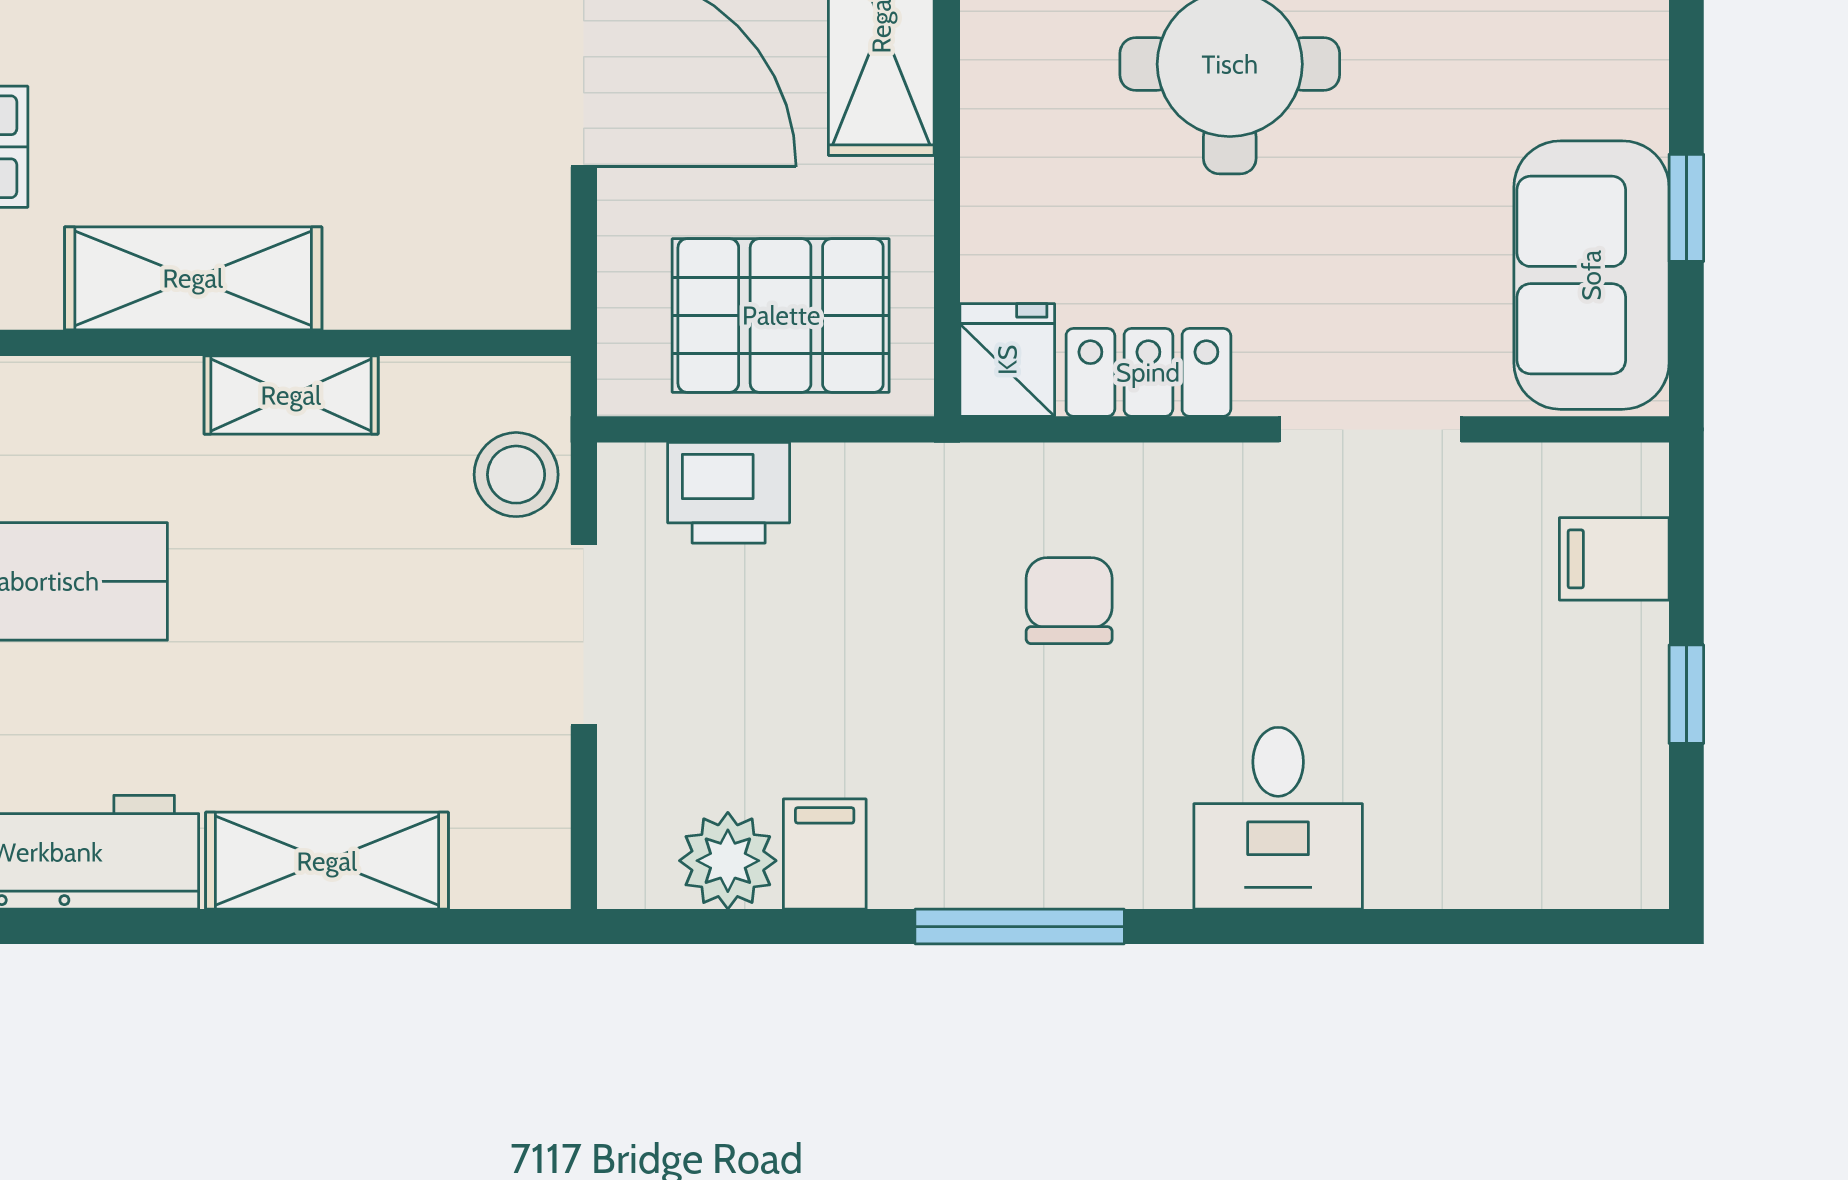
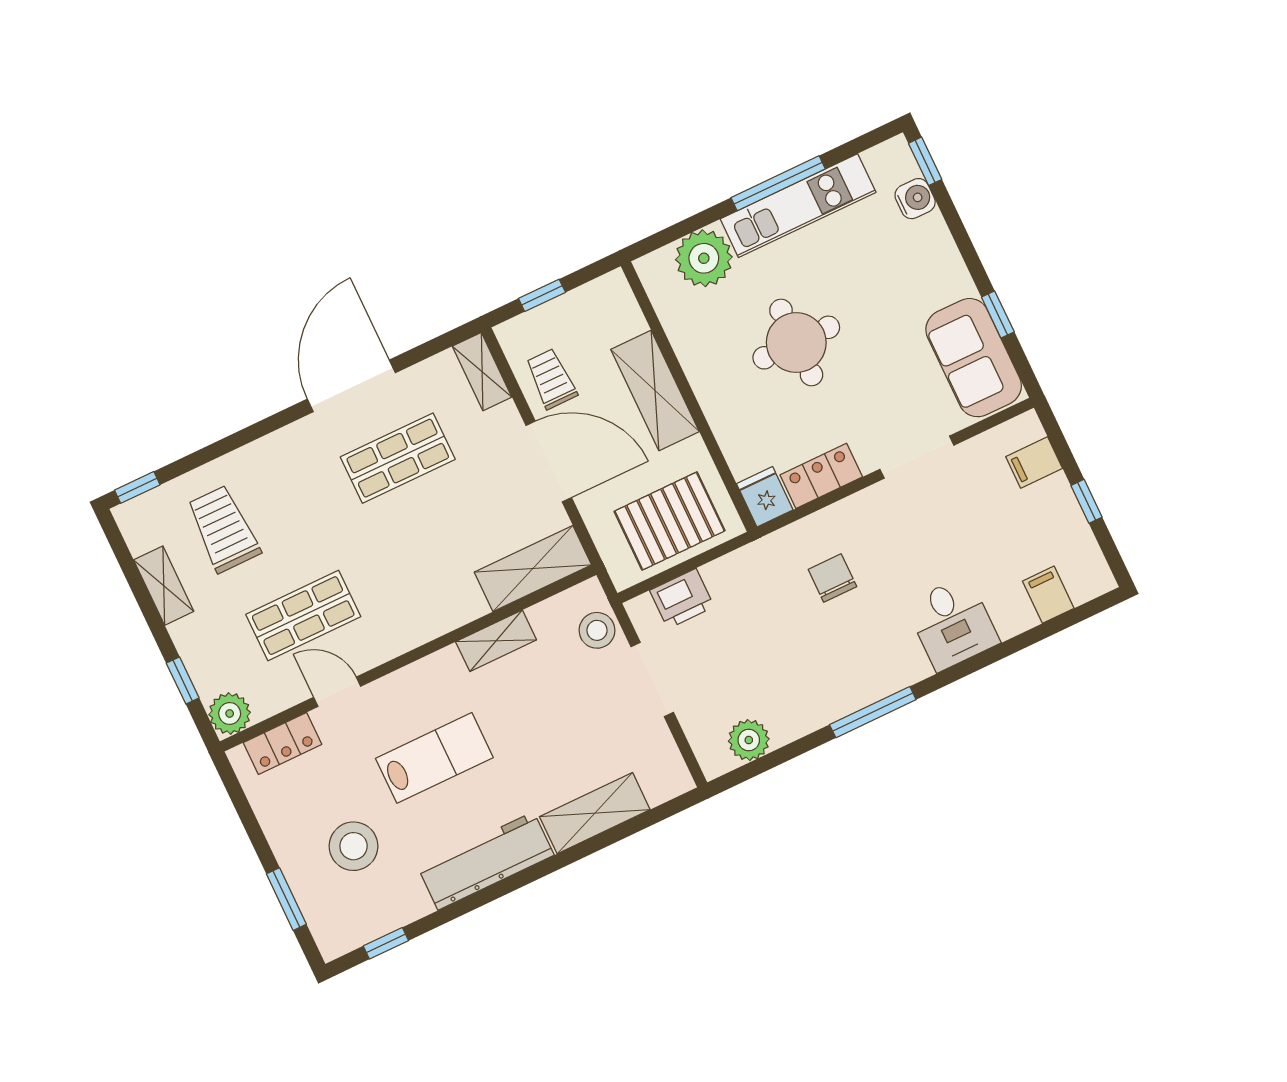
shelving: (193, 278) -> (533, 568), moved
filing cabinet: (825, 854) -> (1048, 595), moved

